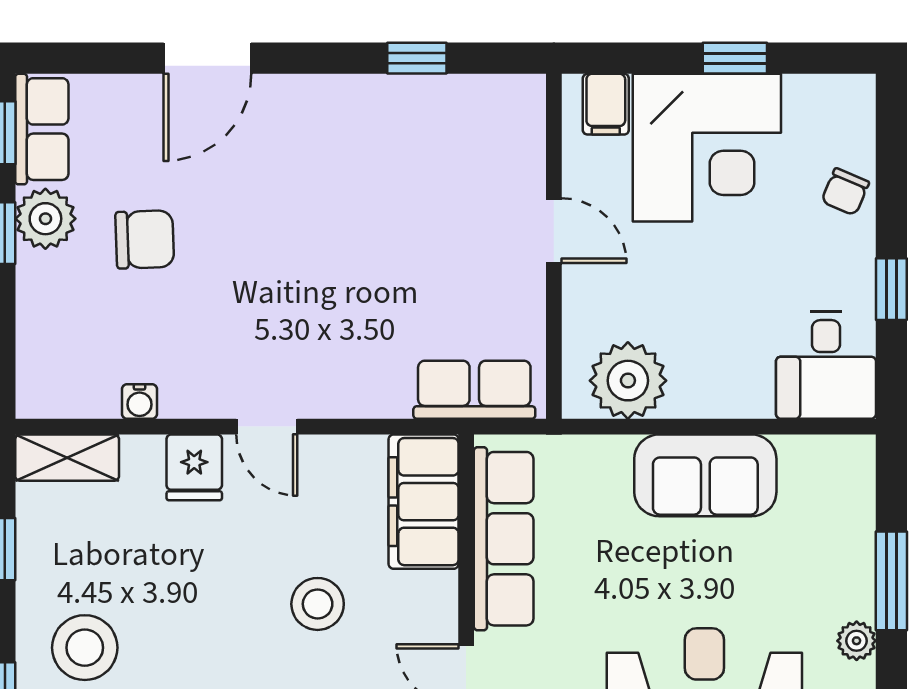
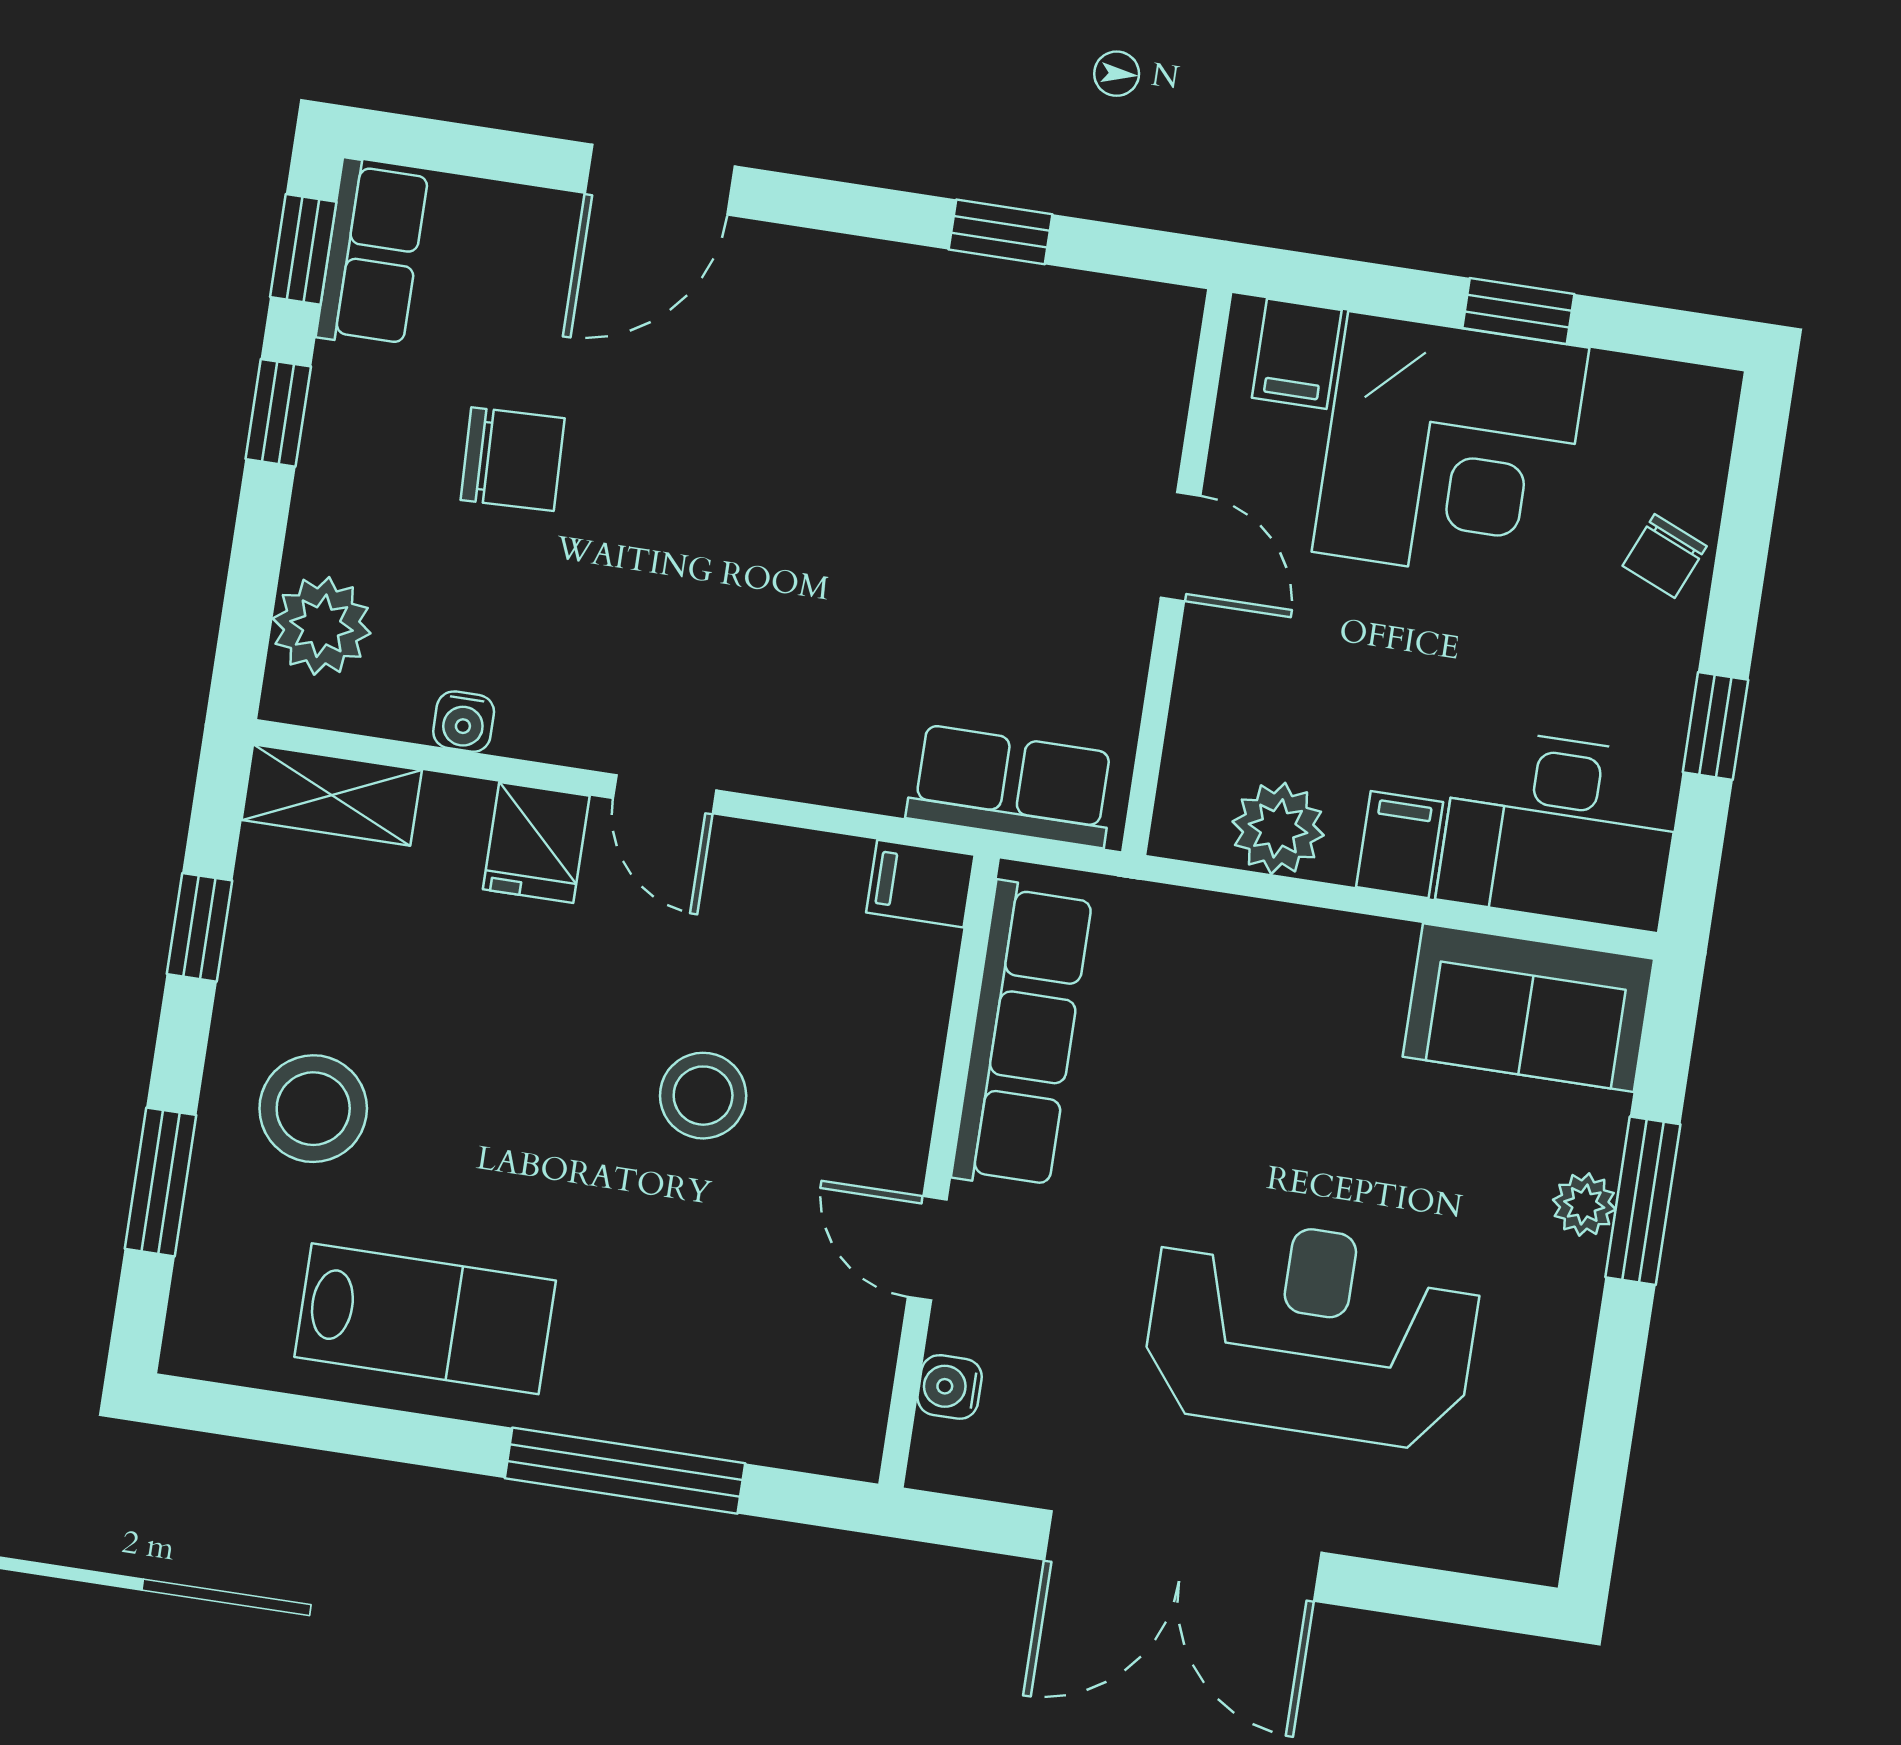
plant: (45, 219) -> (322, 626), moved
desk: (826, 365) -> (1560, 829), width x1.37
plant: (628, 381) -> (1278, 828), width x0.73, depth x0.73
filing cabinet: (713, 389) -> (1400, 845), added
sofa: (705, 475) -> (1528, 1008), moved
filing cabinet: (424, 502) -> (920, 884), width x0.33, depth x0.86
plant: (857, 641) -> (1584, 1204), moved

